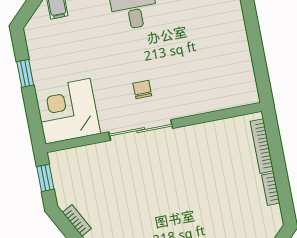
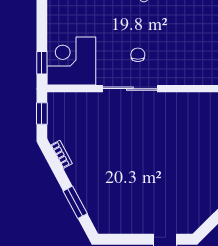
window: (25, 73) -> (42, 63), moved

